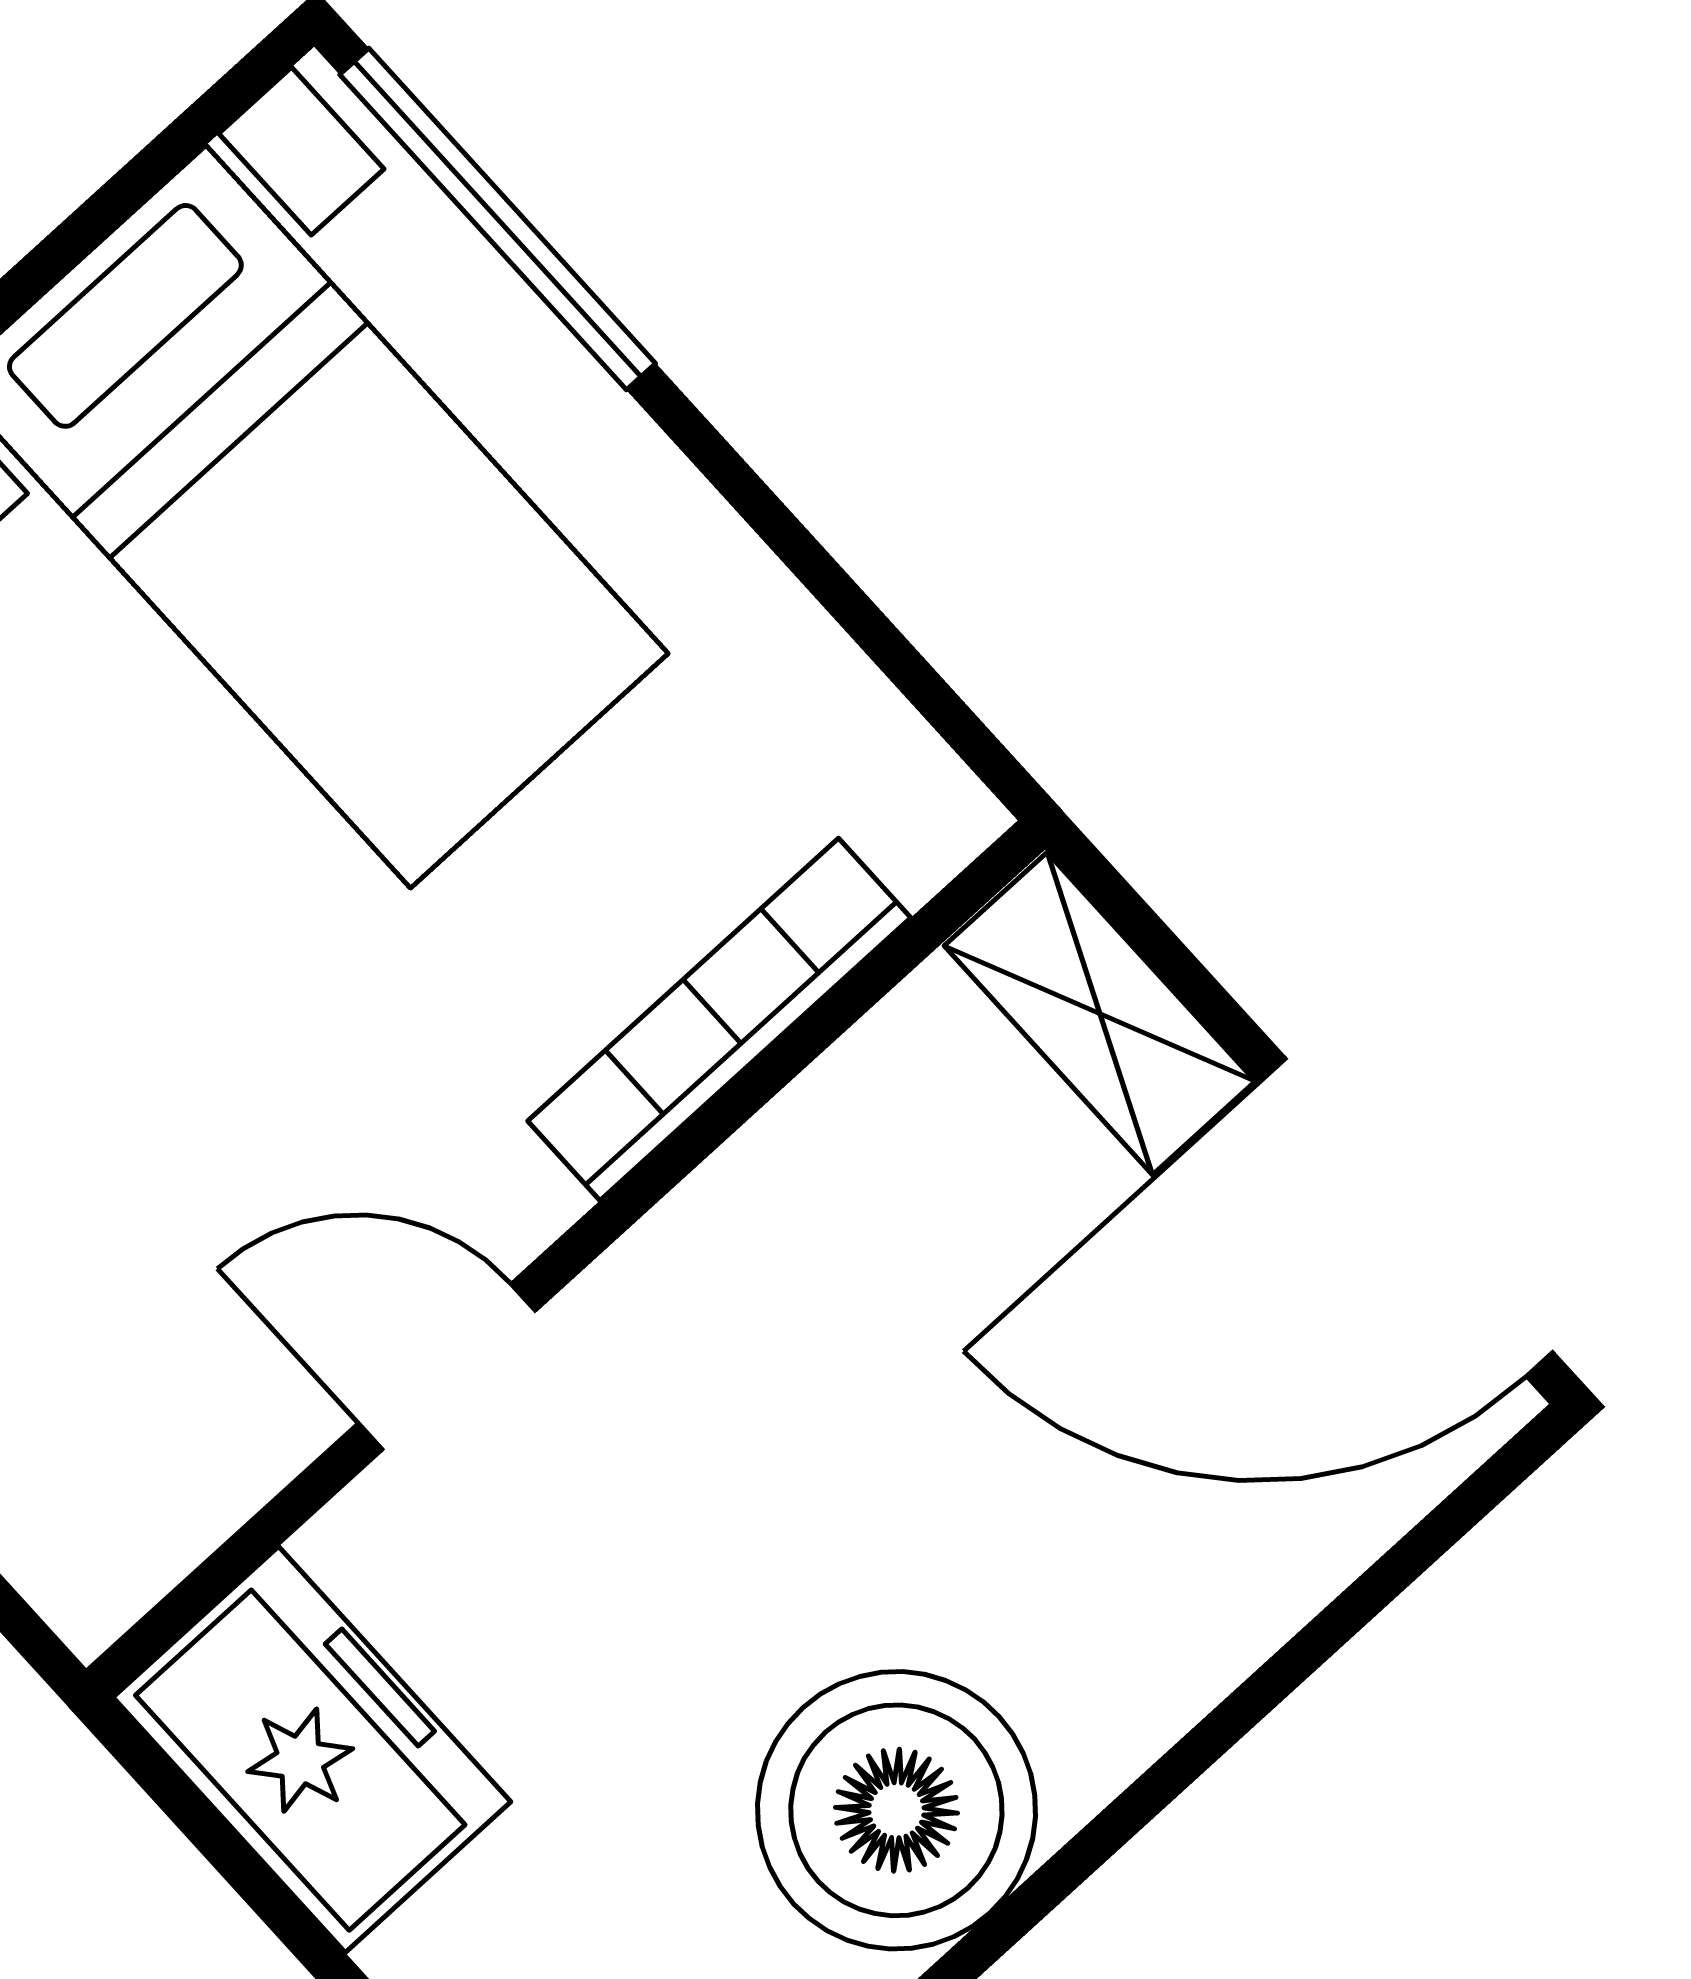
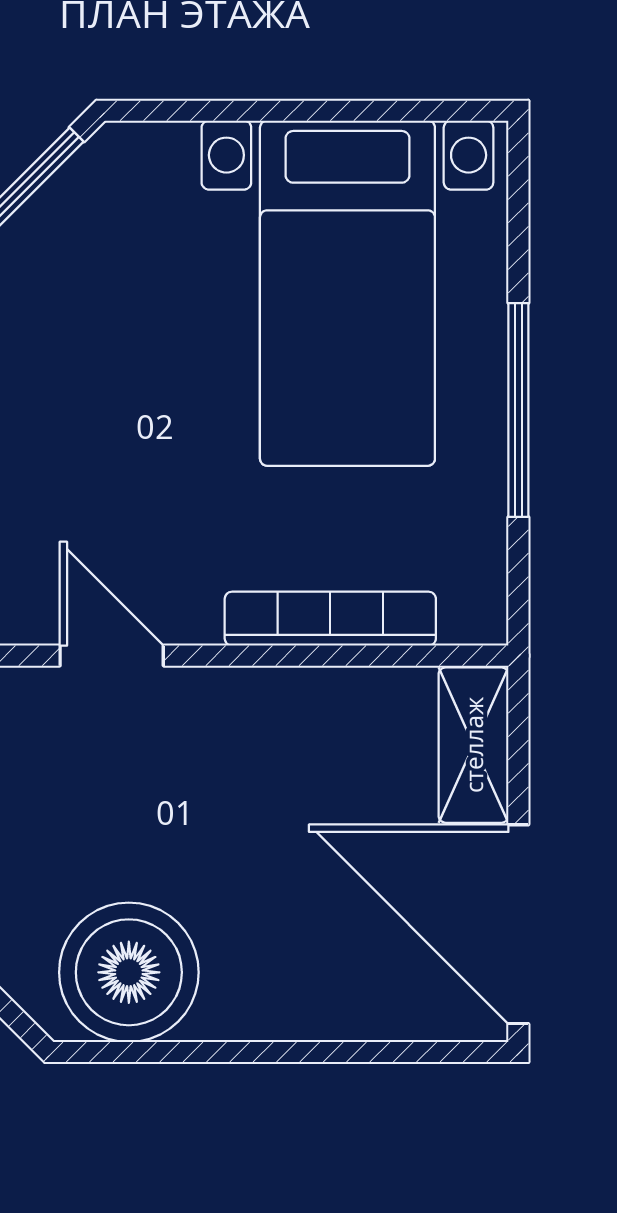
window: (498, 219) -> (518, 410), moved

